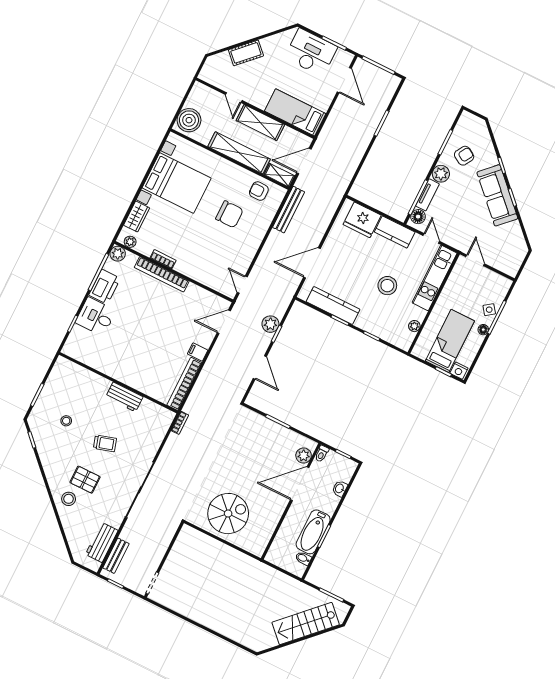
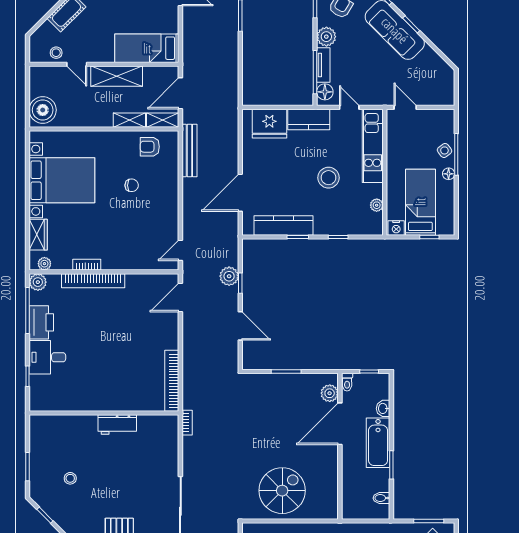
stool: (222, 80) -> (56, 53), added
shelving: (239, 153) -> (129, 120), width x0.45, depth x0.75
chair: (229, 214) -> (132, 185), width x0.54, depth x0.54
door: (242, 285) -> (180, 250), hinge flipped
filing cabinet: (198, 352) -> (169, 342), removed
nightstand: (459, 371) -> (396, 228), moved
trolley: (105, 443) -> (121, 482), removed
bathtub: (313, 532) -> (378, 443), moved

